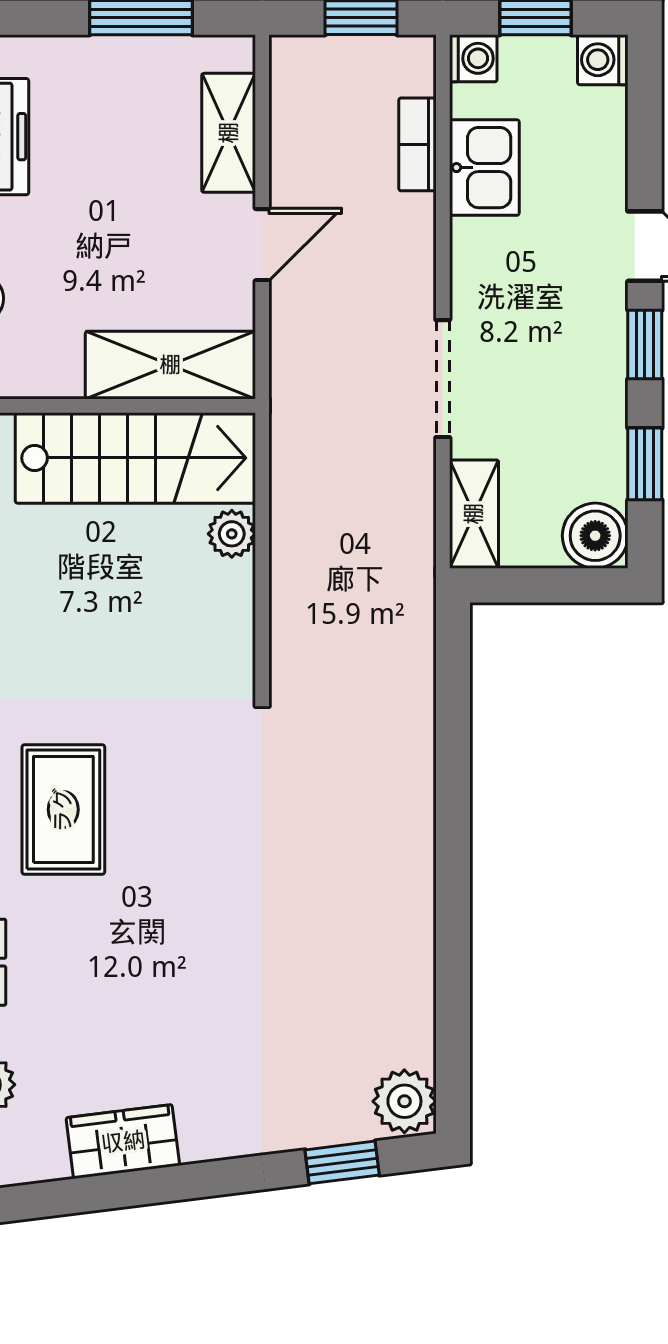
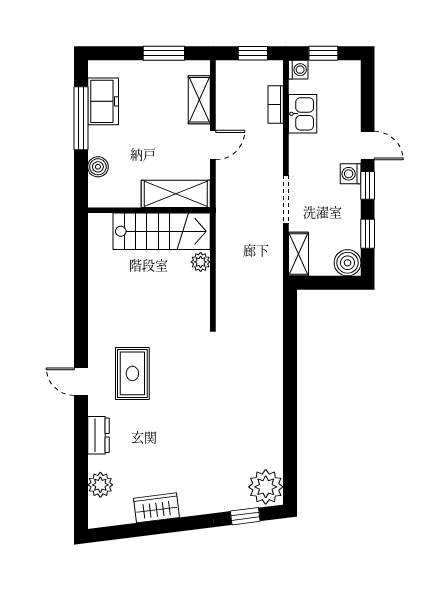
washing machine: (603, 60) -> (351, 174), moved
plant: (404, 1101) -> (266, 487), width x1.36, depth x1.36

